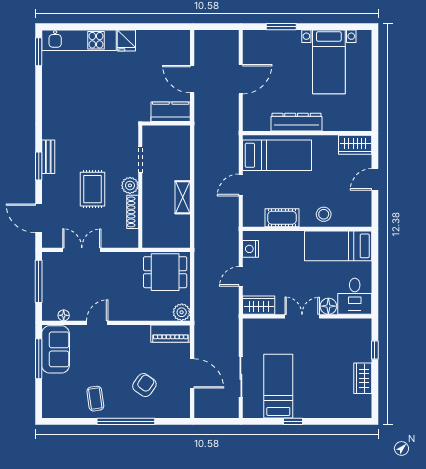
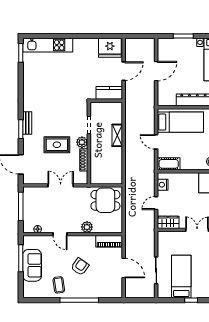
fridge: (126, 40) -> (110, 48), moved, width x1.88, depth x1.34
door: (192, 79) -> (124, 71), swing flipped
door: (241, 185) -> (156, 142), hinge flipped
rug: (92, 189) -> (57, 145), turned 90
shelving: (183, 197) -> (117, 135), moved
cot: (282, 218) -> (169, 164), moved
double door: (82, 250) -> (61, 185), moved
plant: (182, 312) -> (87, 227), moved
door: (97, 323) -> (60, 234), swing flipped
sofa: (56, 349) -> (32, 265), moved
armchair: (144, 385) -> (80, 267), moved

